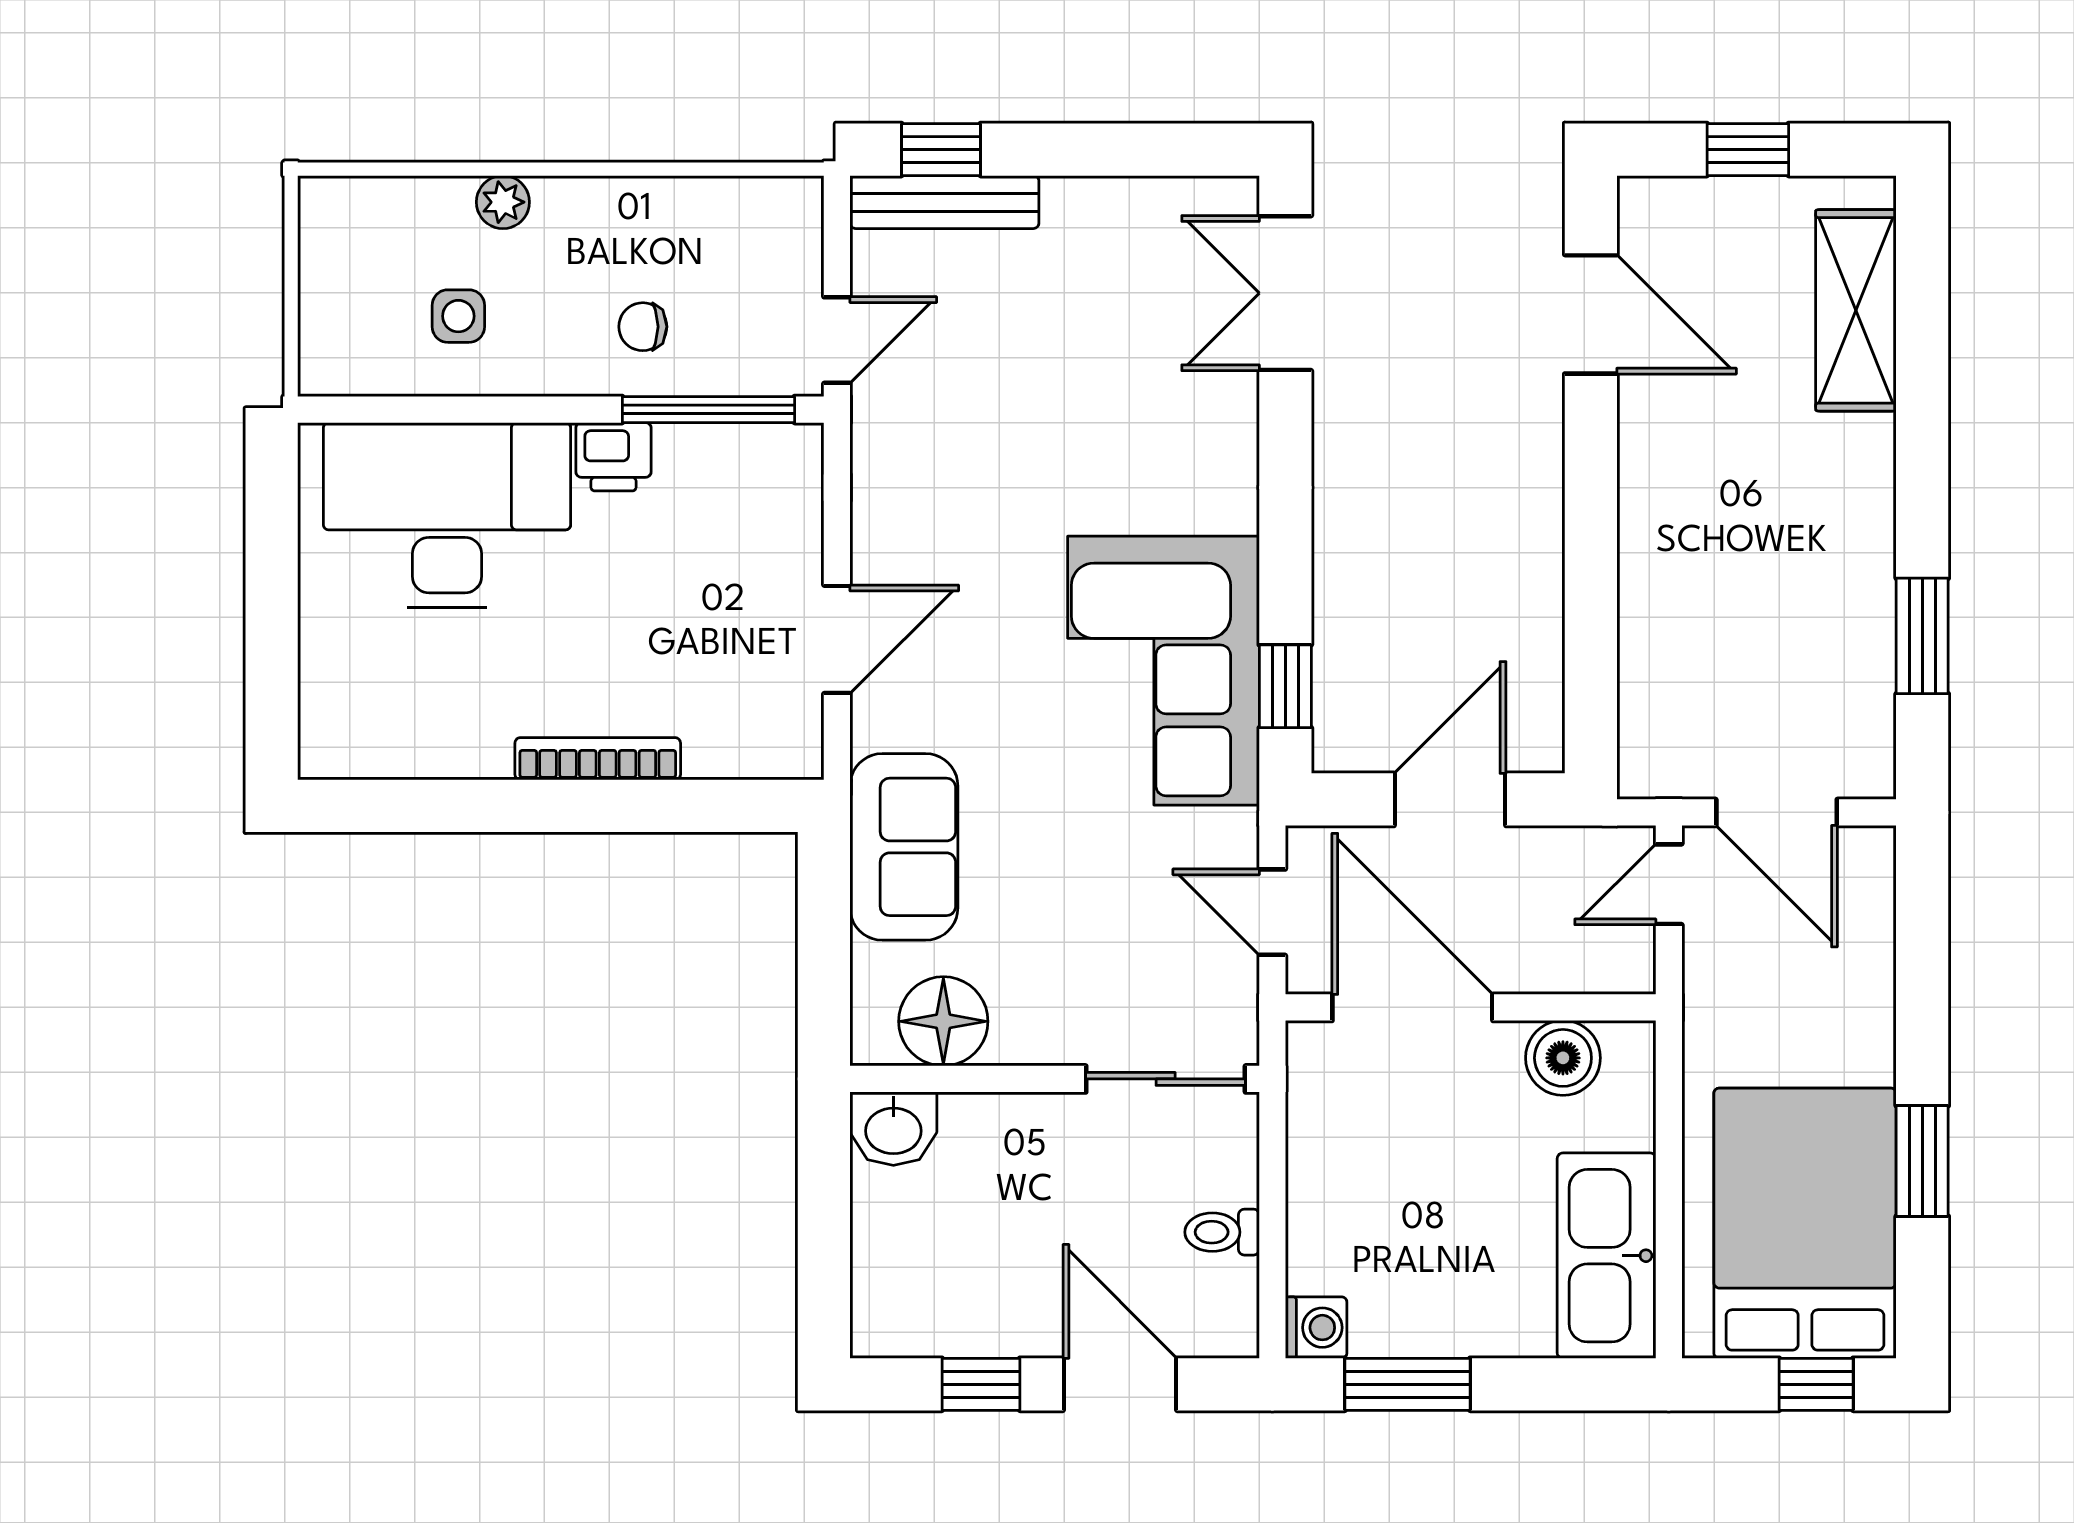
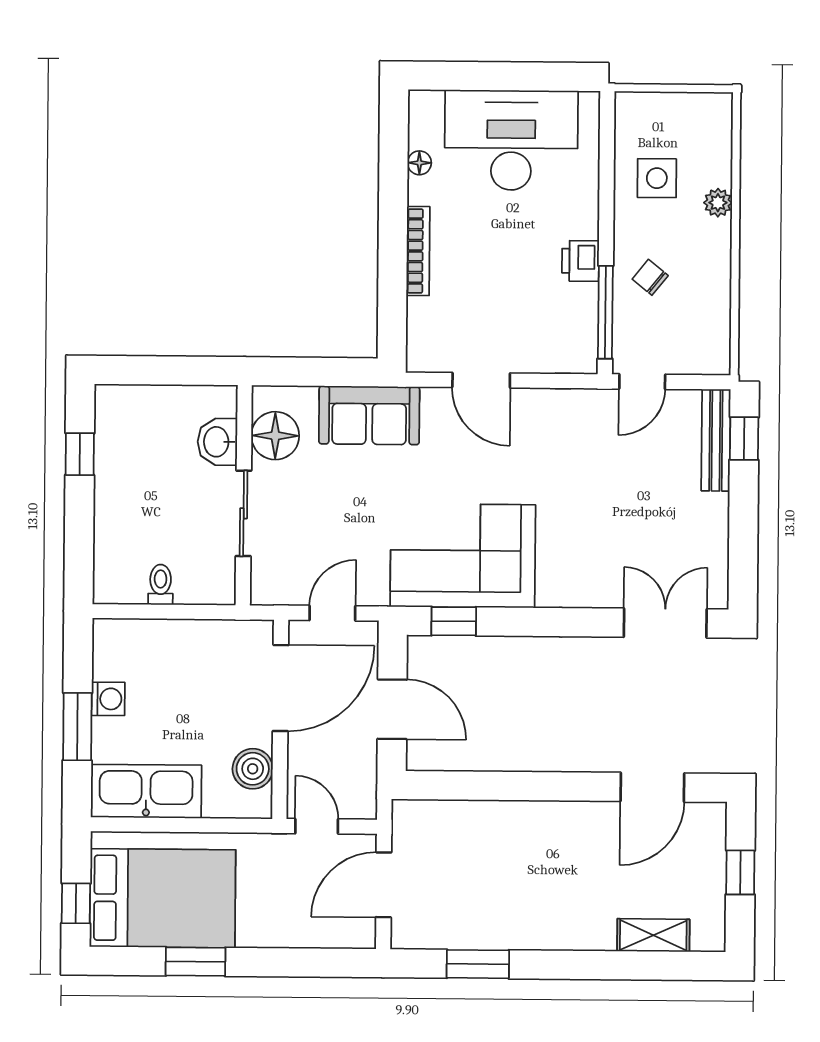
shelving: (1856, 310) -> (653, 935), width x0.67, depth x0.75
side table: (458, 316) -> (657, 178), width x1.37, depth x1.37
chair: (643, 327) -> (650, 277), turned -51
door: (837, 340) -> (642, 382), hinge flipped
desk: (447, 515) -> (511, 140), moved, turned -90
floor lamp: (434, 758) -> (419, 163), added
door: (1669, 884) -> (317, 826), moved
sliding door: (1166, 1079) -> (244, 513), moved
washbasin: (893, 1129) -> (217, 442), moved
washing machine: (1316, 1328) -> (108, 699), moved, turned -90
door: (1120, 1384) -> (79, 529), removed
window: (1408, 1384) -> (77, 727), moved

